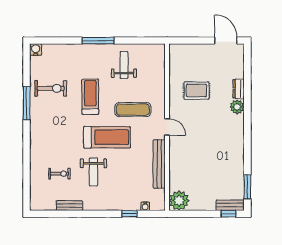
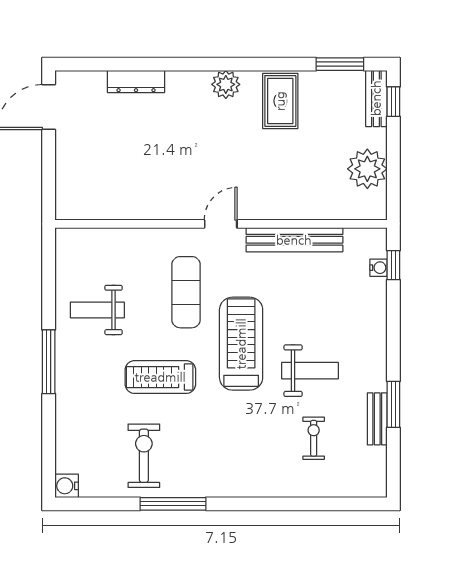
dresser: (239, 89) -> (136, 81), width x1.44
rug: (196, 90) -> (280, 101), moved
plant: (237, 107) -> (226, 84), moved
plant: (179, 201) -> (367, 169), moved
window: (77, 214) -> (393, 404), added
window: (129, 214) -> (393, 265), moved

